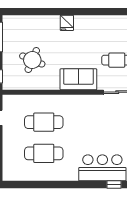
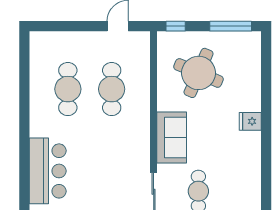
round table: (32, 60) -> (199, 73), width x1.36, depth x1.36
window: (114, 185) -> (24, 187), removed

